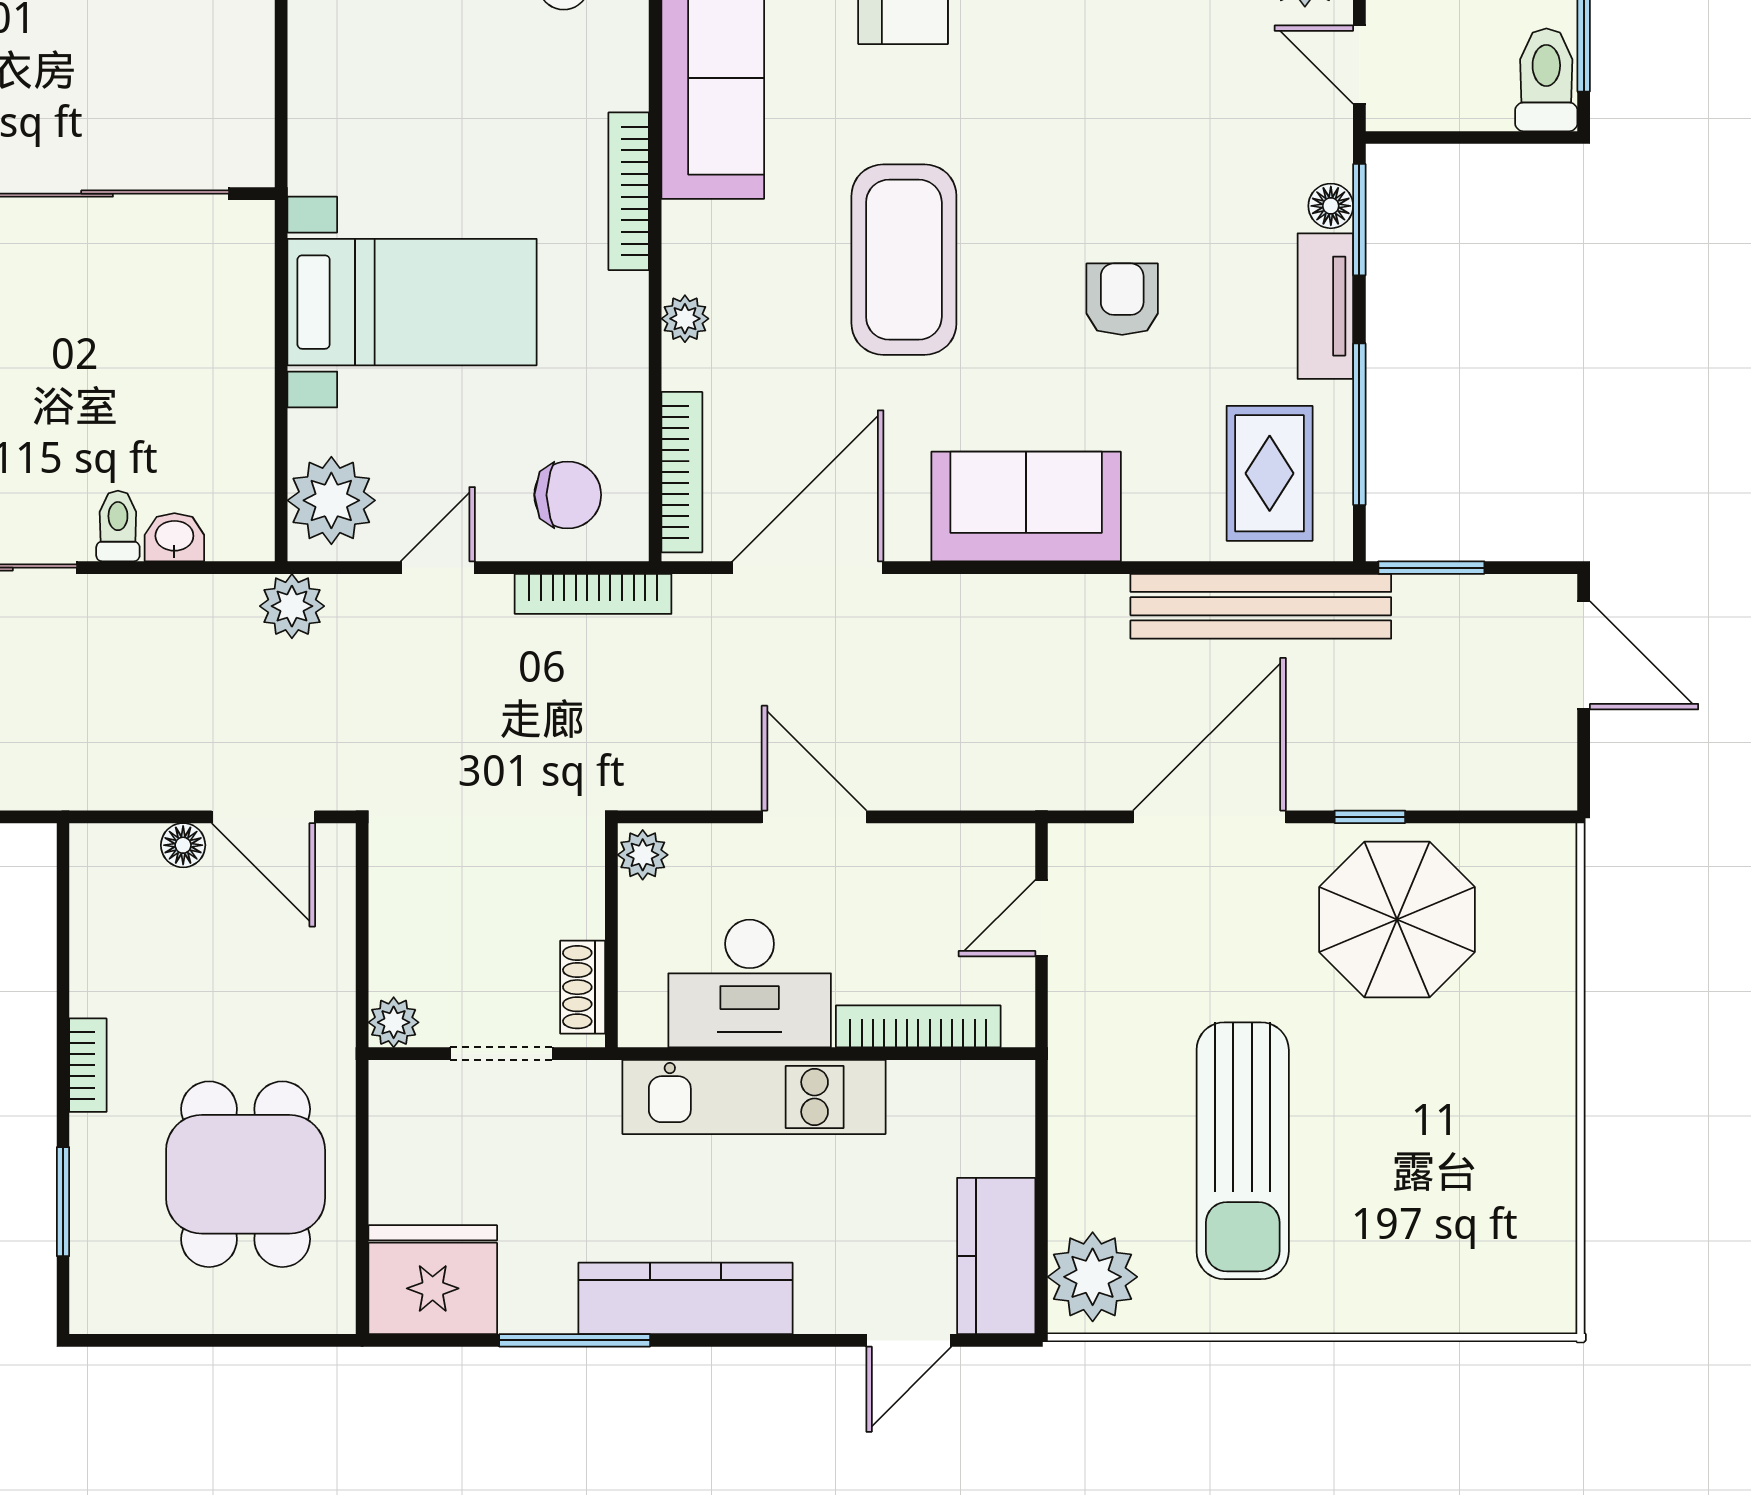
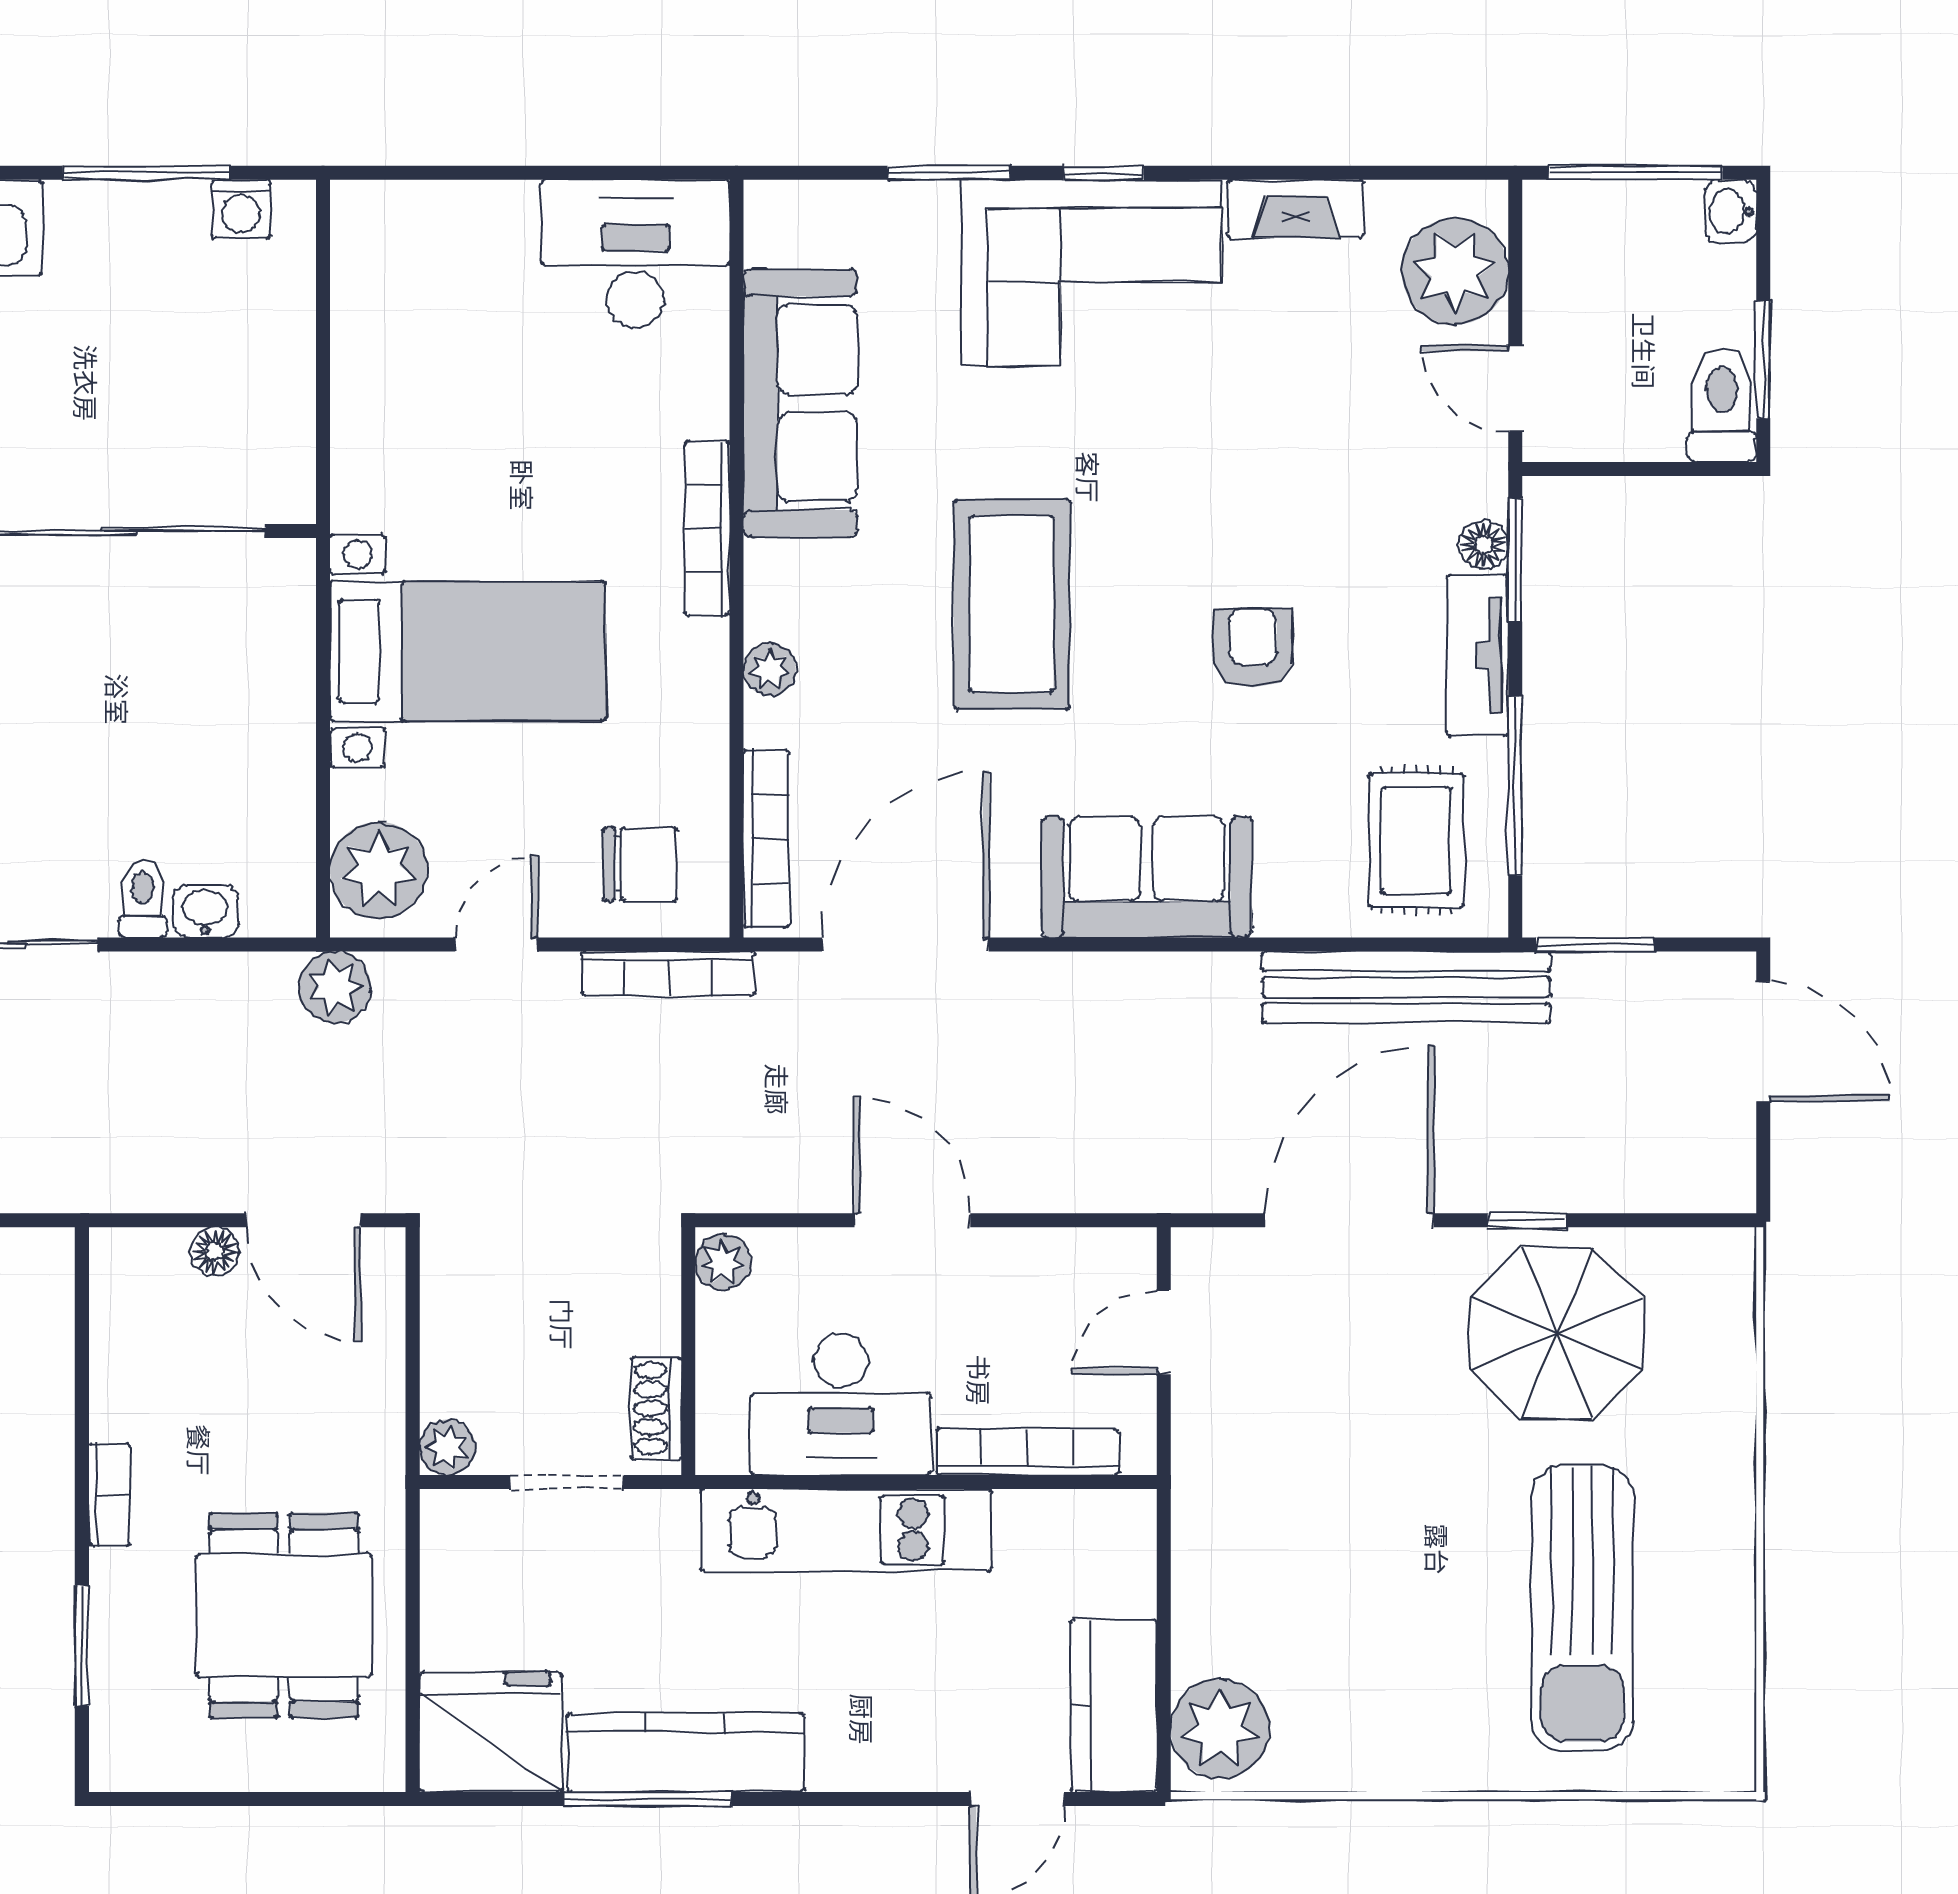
sun lounger: (1243, 1151) -> (1582, 1608), moved
kitchen counter: (686, 1298) -> (686, 1753), moved

